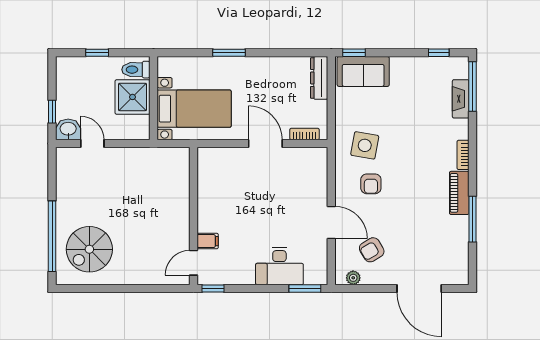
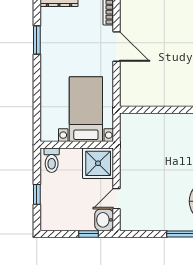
window: (229, 53) -> (37, 40), moved
shower: (133, 97) -> (98, 163), moved
door: (265, 143) -> (117, 47), swing flipped

